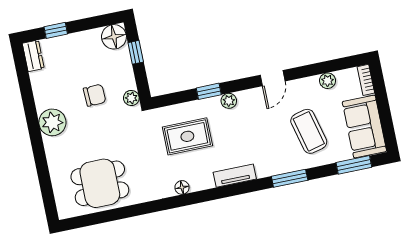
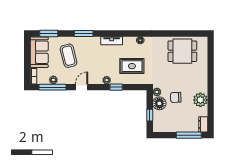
window: (56, 30) -> (189, 135), width x2.17
floor lamp: (114, 37) -> (159, 103), moved
window: (326, 67) -> (53, 87), added
plant: (52, 122) -> (200, 100), moved

